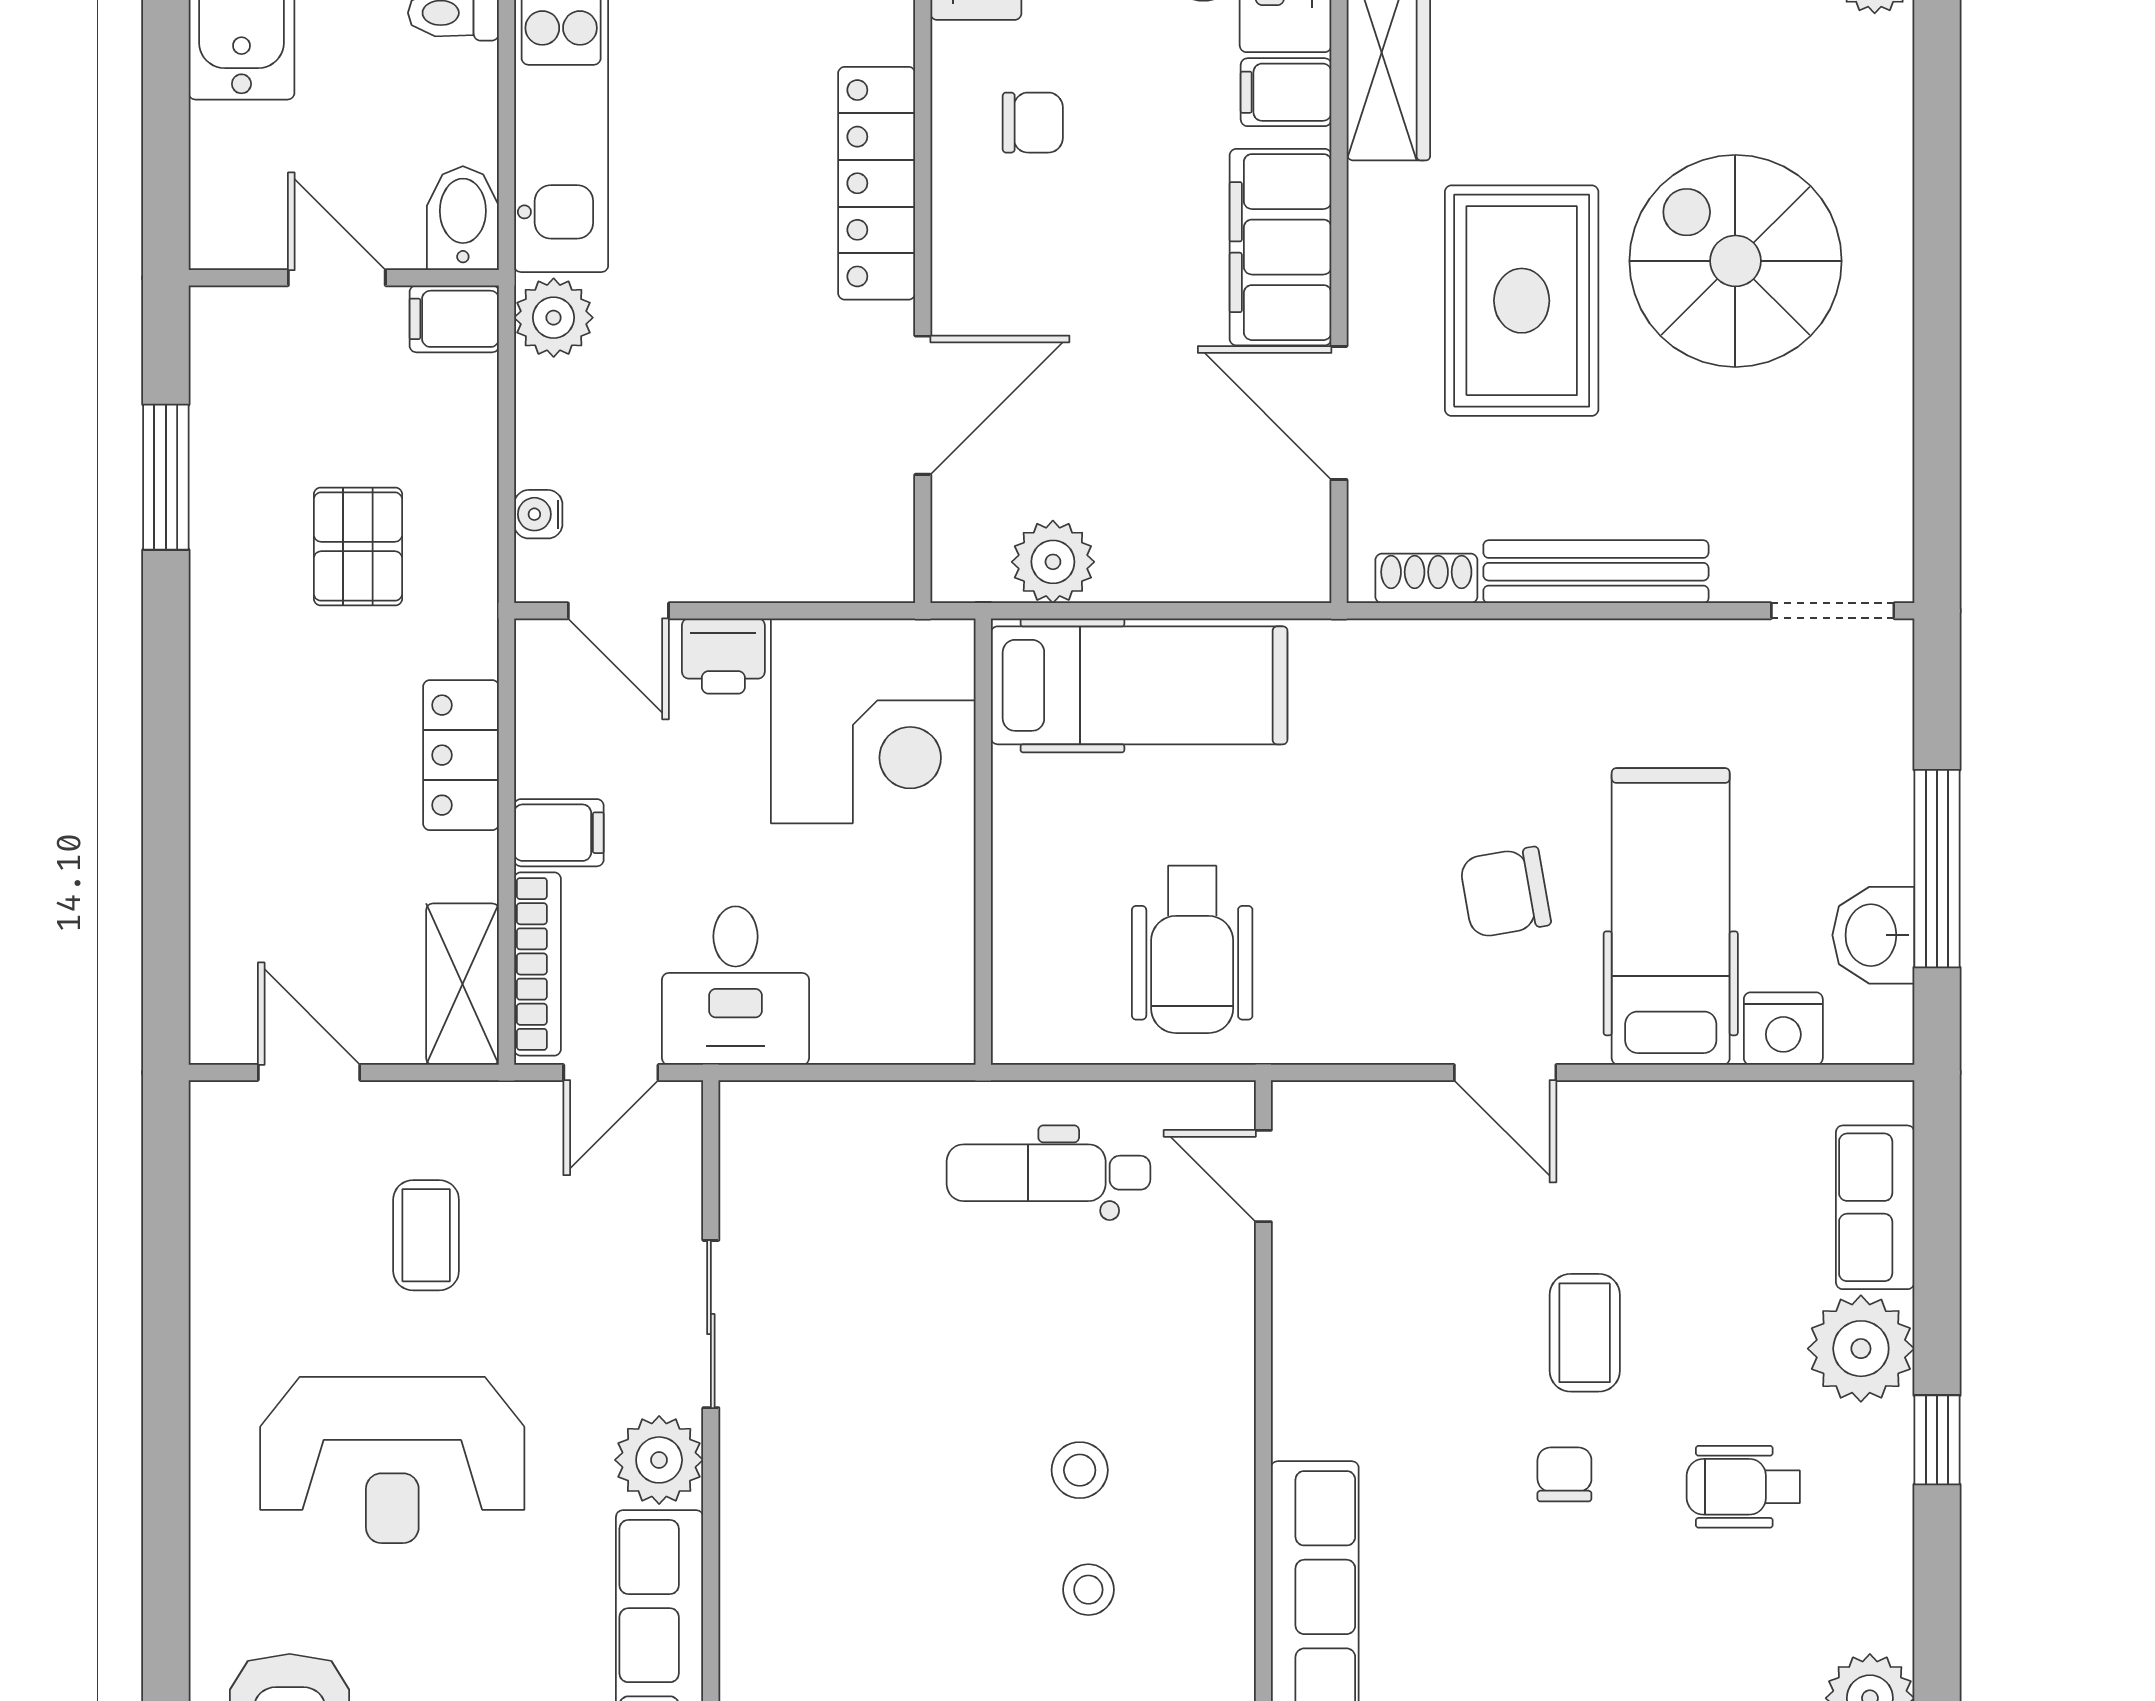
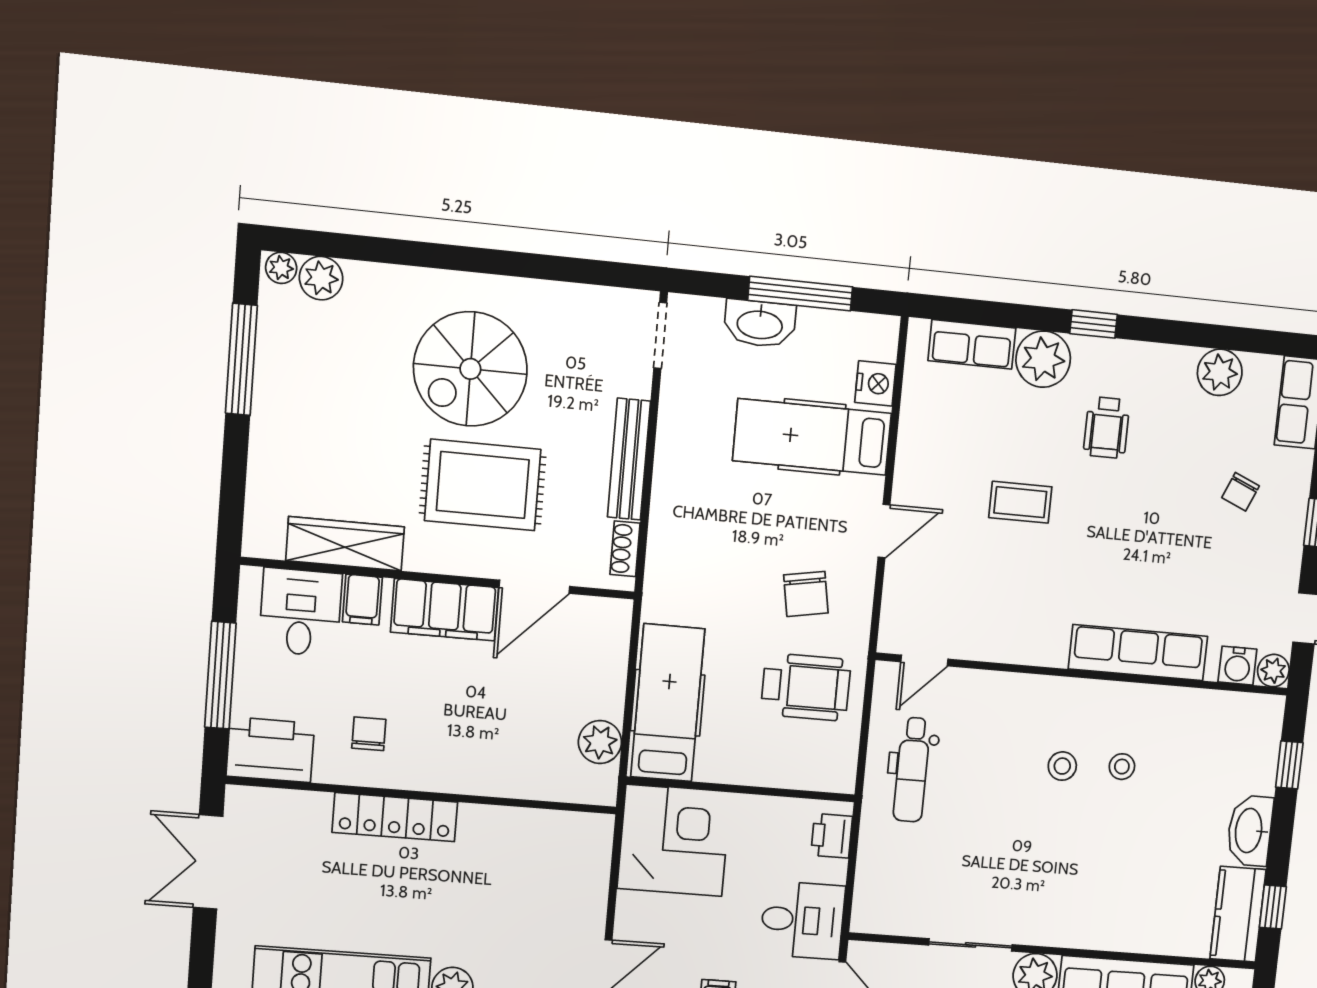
door: (923, 405) -> (513, 802), removed
printer: (723, 656) -> (832, 836), moved, turned 180
chair: (1505, 892) -> (806, 594), moved
washbasin: (1873, 935) -> (760, 324), moved, width x1.38
chair: (1564, 1474) -> (1091, 519), removed

